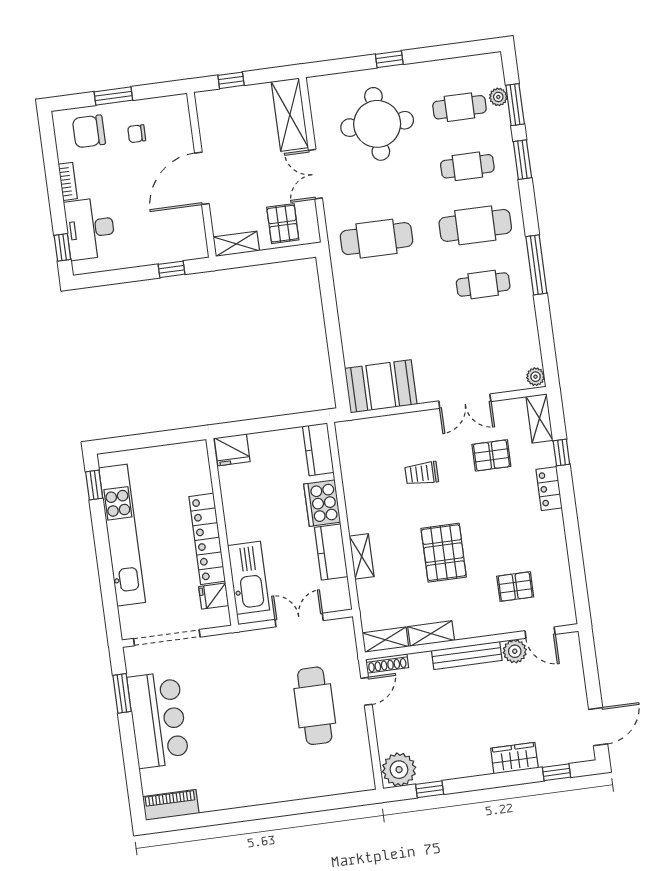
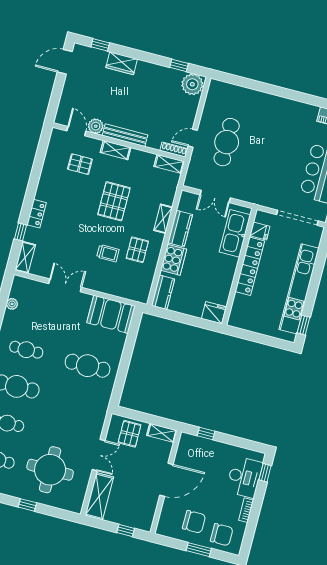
chair: (137, 134) -> (194, 522), width x1.87, depth x1.87
cafe table: (377, 239) -> (88, 366), moved
plant: (536, 377) -> (12, 304), moved
pallet: (491, 455) -> (137, 250), moved, turned 90
shelving: (431, 634) -> (116, 150), moved

